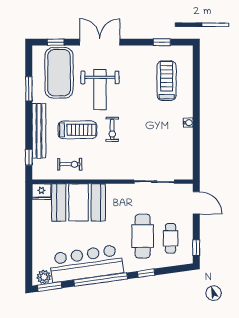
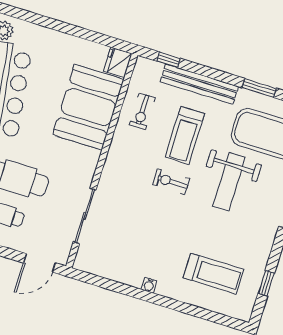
weight bench: (100, 90) -> (229, 182), turned -90

